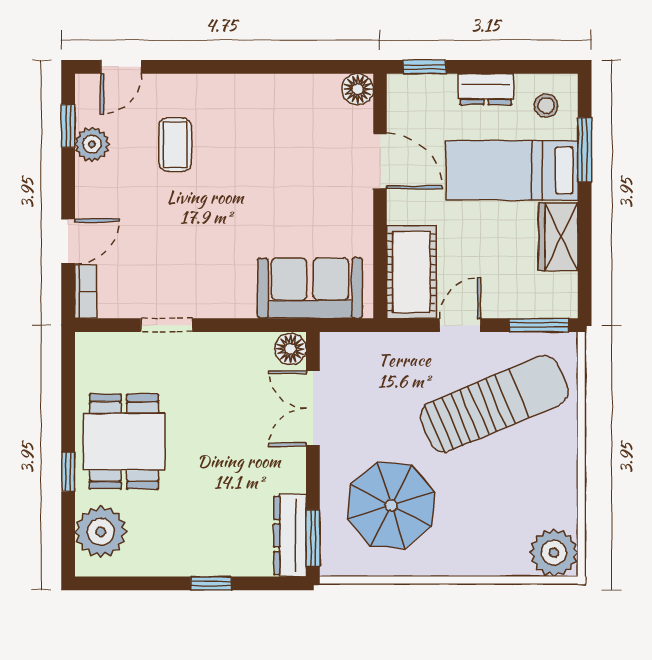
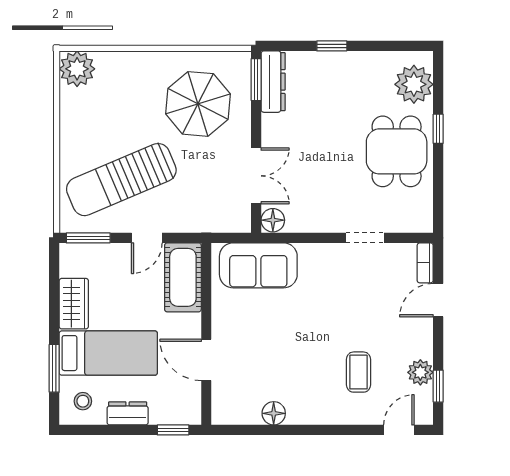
floor lamp: (358, 89) -> (274, 413), moved

